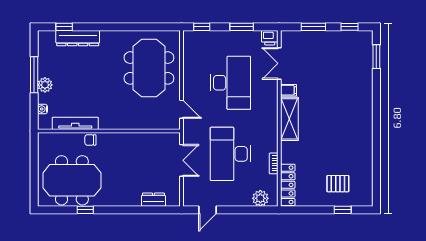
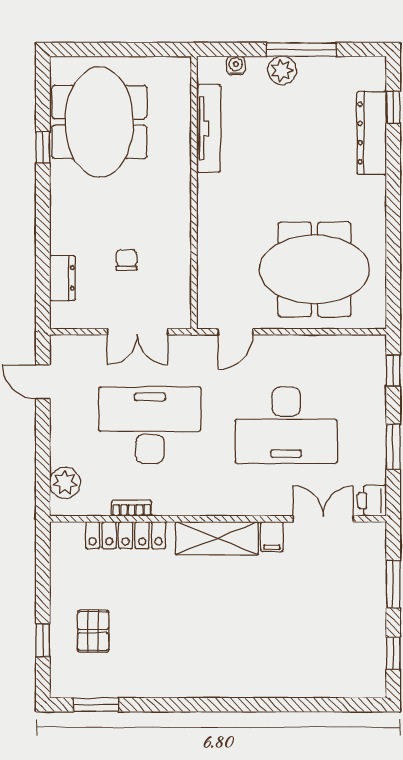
window: (376, 57) -> (96, 705), moved
chair: (90, 140) -> (127, 260), moved
locker: (288, 185) -> (126, 535), moved

